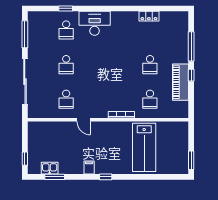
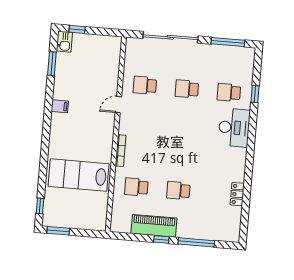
kitchen sink: (50, 168) -> (64, 42), moved
window: (106, 177) -> (40, 206), moved

